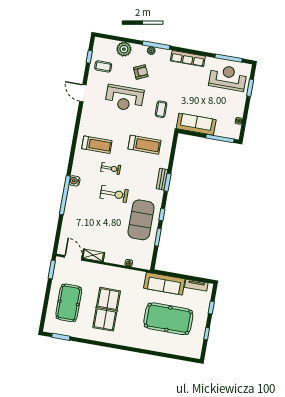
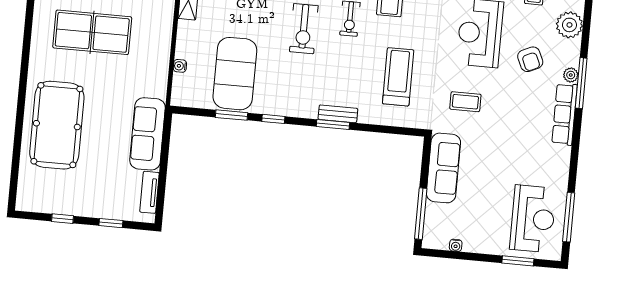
row of seats: (188, 59) -> (565, 114), moved
treadmill: (145, 145) -> (398, 77), turned 180
exercise mat: (141, 220) -> (235, 74), moved, turned 90
pool table: (168, 319) -> (57, 125), moved

